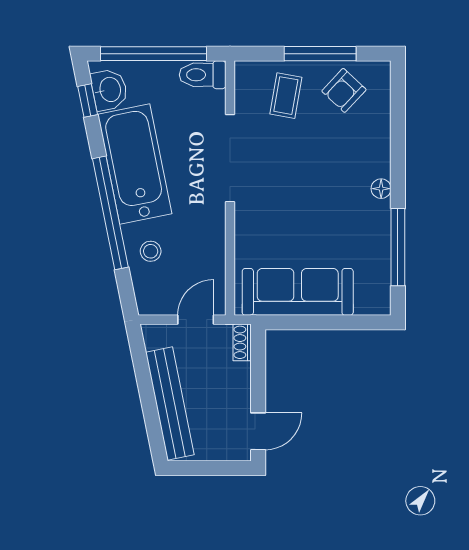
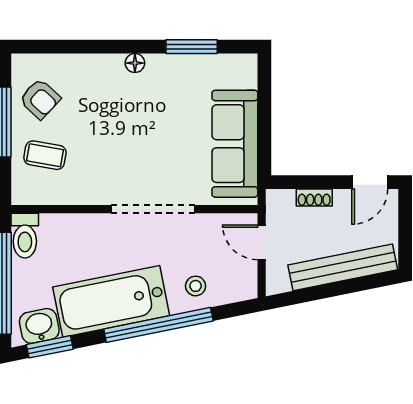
window: (88, 100) -> (50, 347), width x1.50
doorway: (230, 158) -> (153, 209), moved
window: (398, 247) -> (192, 47), width x0.69
shoe rack: (242, 342) -> (314, 198), moved
door: (258, 431) -> (370, 182), swing flipped

